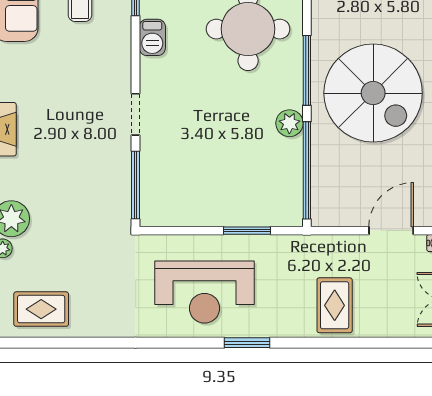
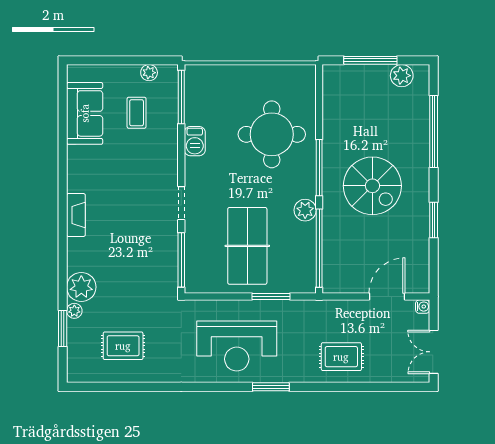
spiral stairs: (373, 93) -> (372, 186), width x0.73, depth x0.73
table tennis table: (218, 168) -> (247, 246), added
rug: (335, 305) -> (341, 357), turned 90
rug: (41, 309) -> (123, 346), moved

